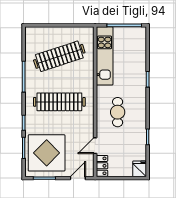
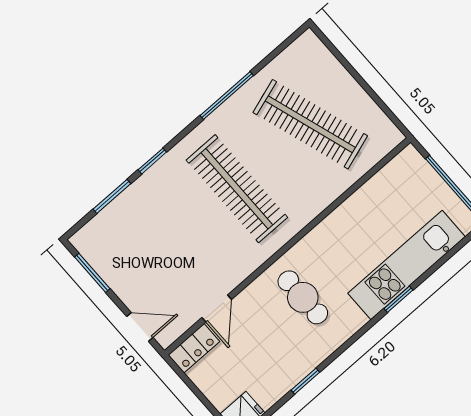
kitchen unit: (105, 56) -> (407, 265), moved, turned 180
cafe table: (118, 112) -> (303, 297), turned 90
door: (95, 146) -> (217, 309), swing flipped
display table: (47, 153) -> (136, 241), removed

